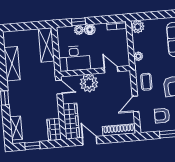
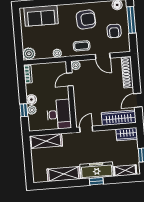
plant: (89, 83) -> (76, 65), moved, width x0.53, depth x0.53
freezer: (16, 98) -> (97, 170), added

